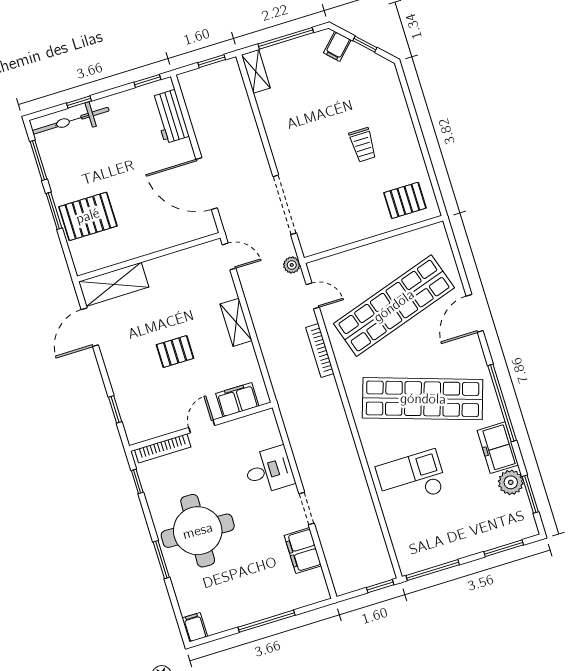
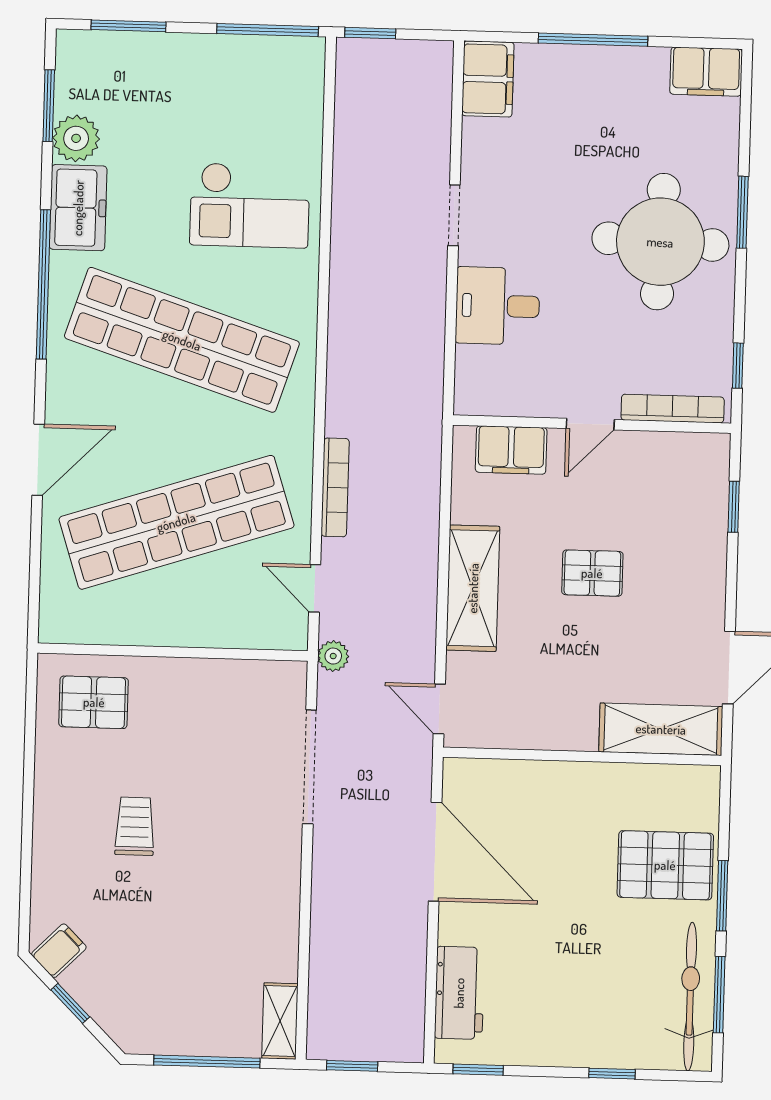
filing cabinet: (337, 46) -> (59, 951), moved
bicycle: (71, 121) -> (690, 997), moved, turned -90
shelving: (236, 322) -> (473, 588), width x1.50, depth x1.33
filing cabinet: (303, 551) -> (488, 79), moved
filing cabinet: (195, 627) -> (706, 72), width x2.00

